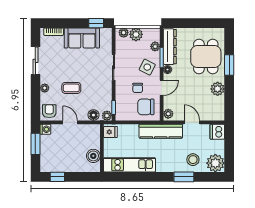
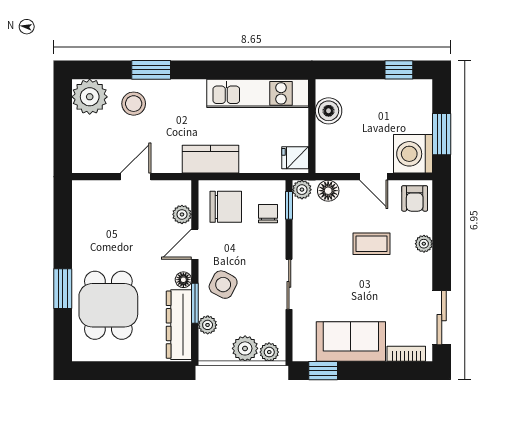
sliding door: (35, 61) -> (442, 318), moved
chair: (138, 88) -> (268, 214), moved
plant: (218, 89) -> (85, 242), removed
plant: (168, 114) -> (182, 214), moved
door: (192, 122) -> (136, 177), swing flipped
washing machine: (45, 129) -> (413, 154), width x1.89, depth x1.89
kitchen counter: (161, 131) -> (211, 159), width x0.67
dishwasher: (217, 132) -> (86, 158), removed

